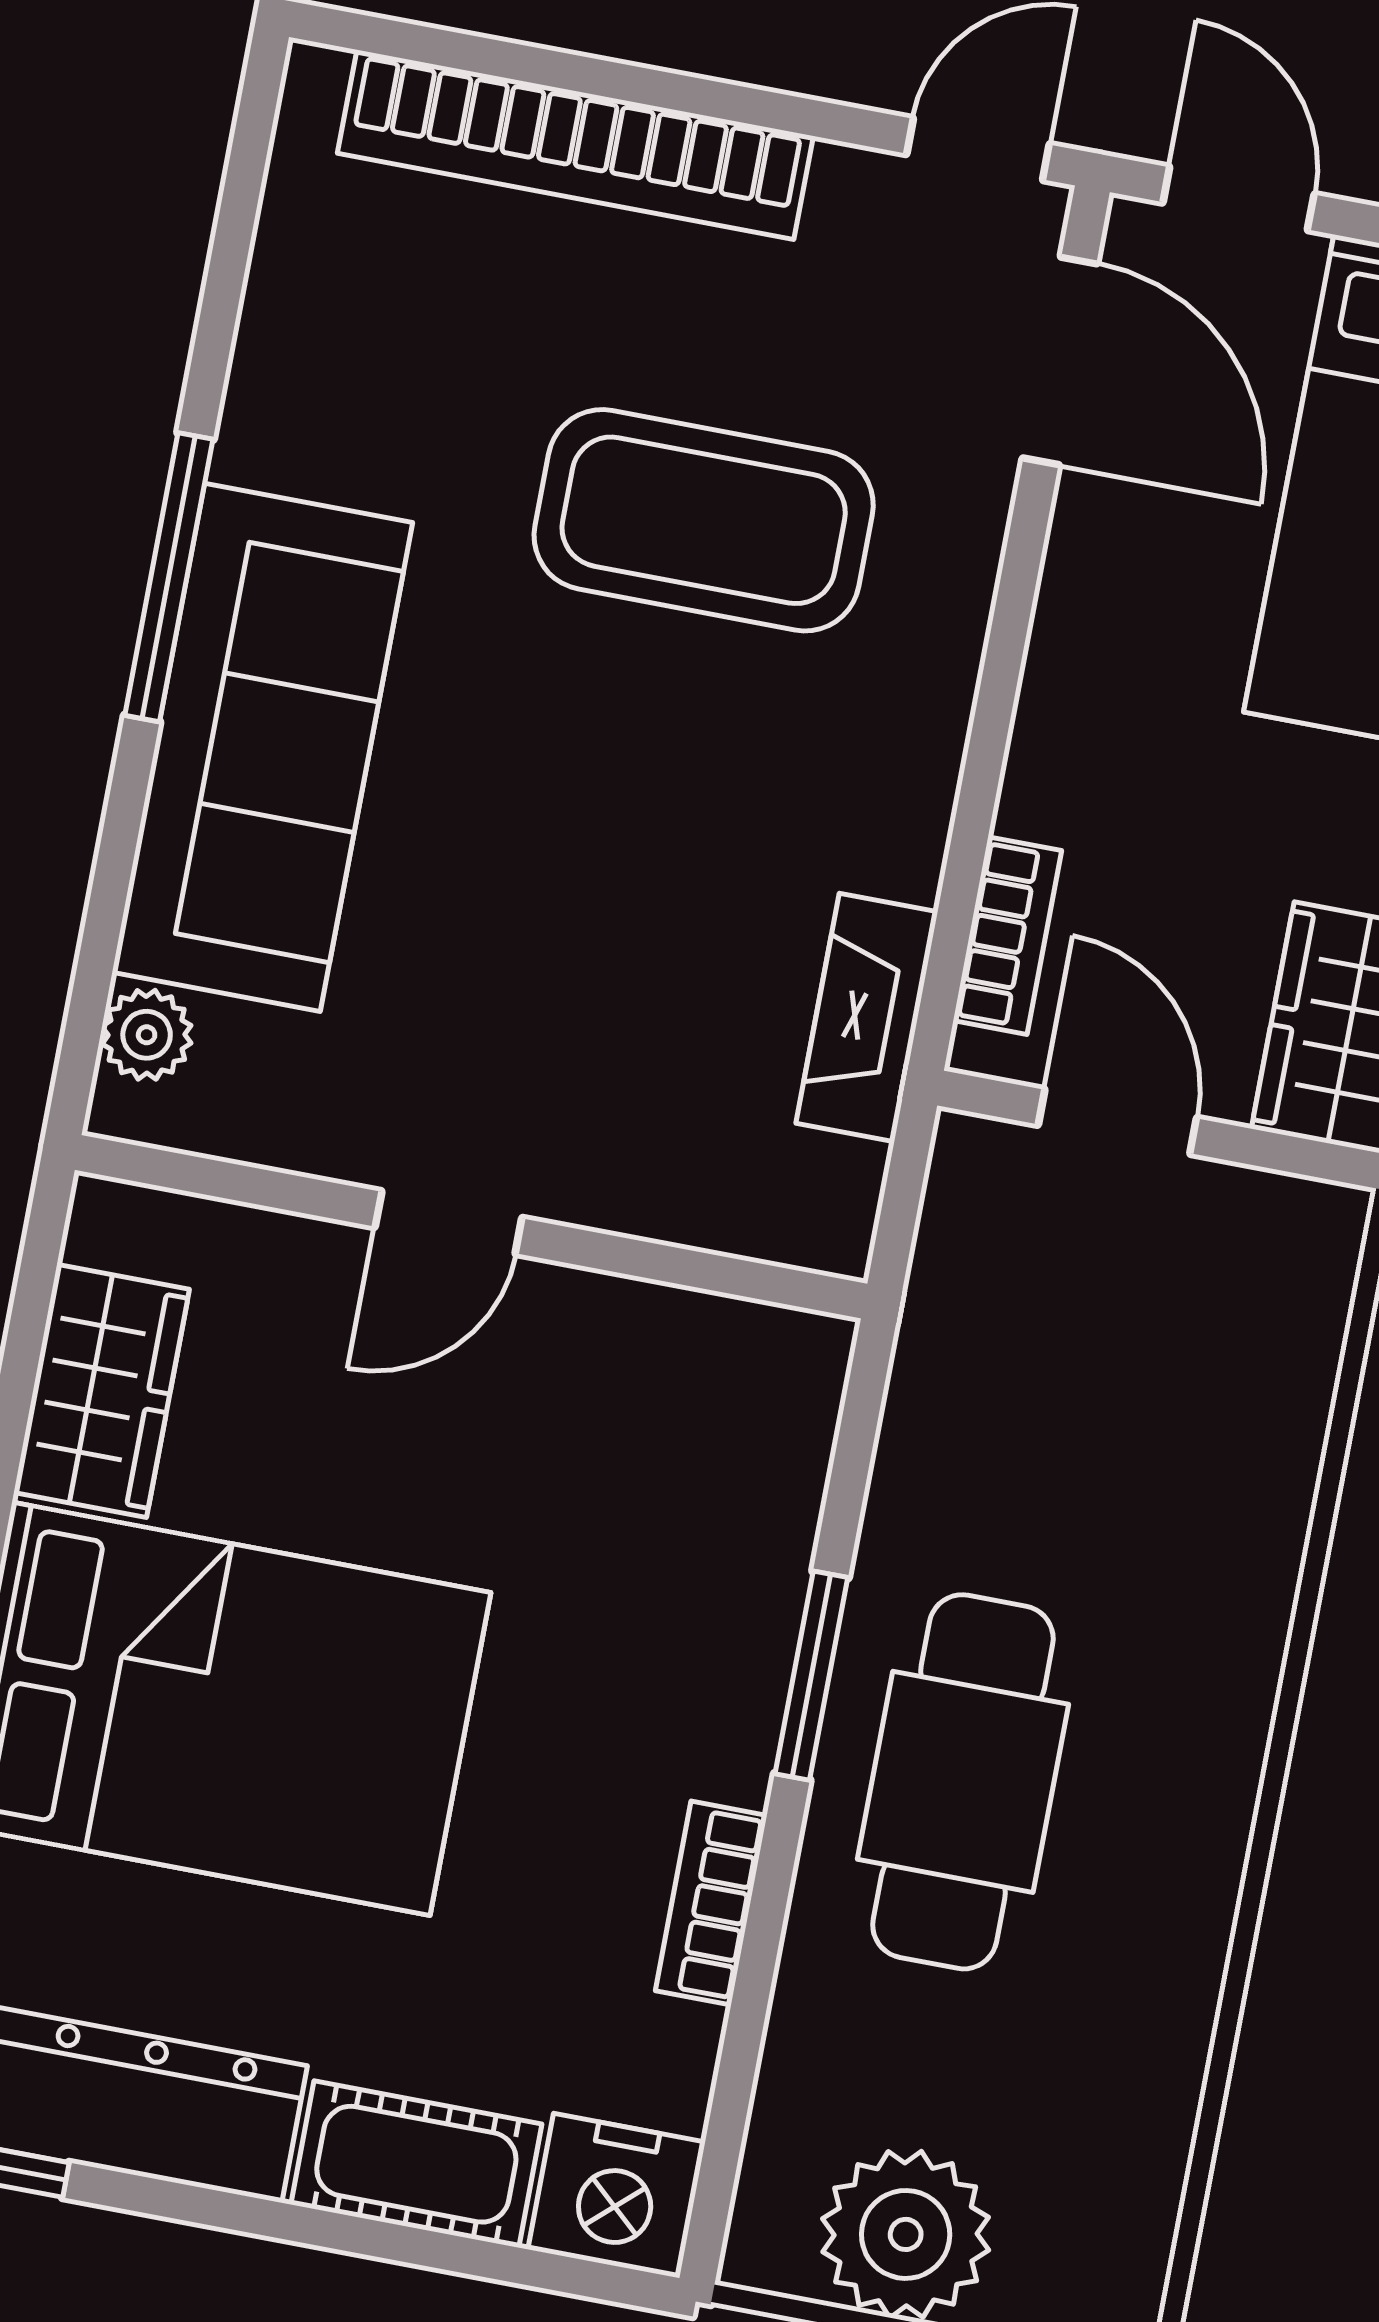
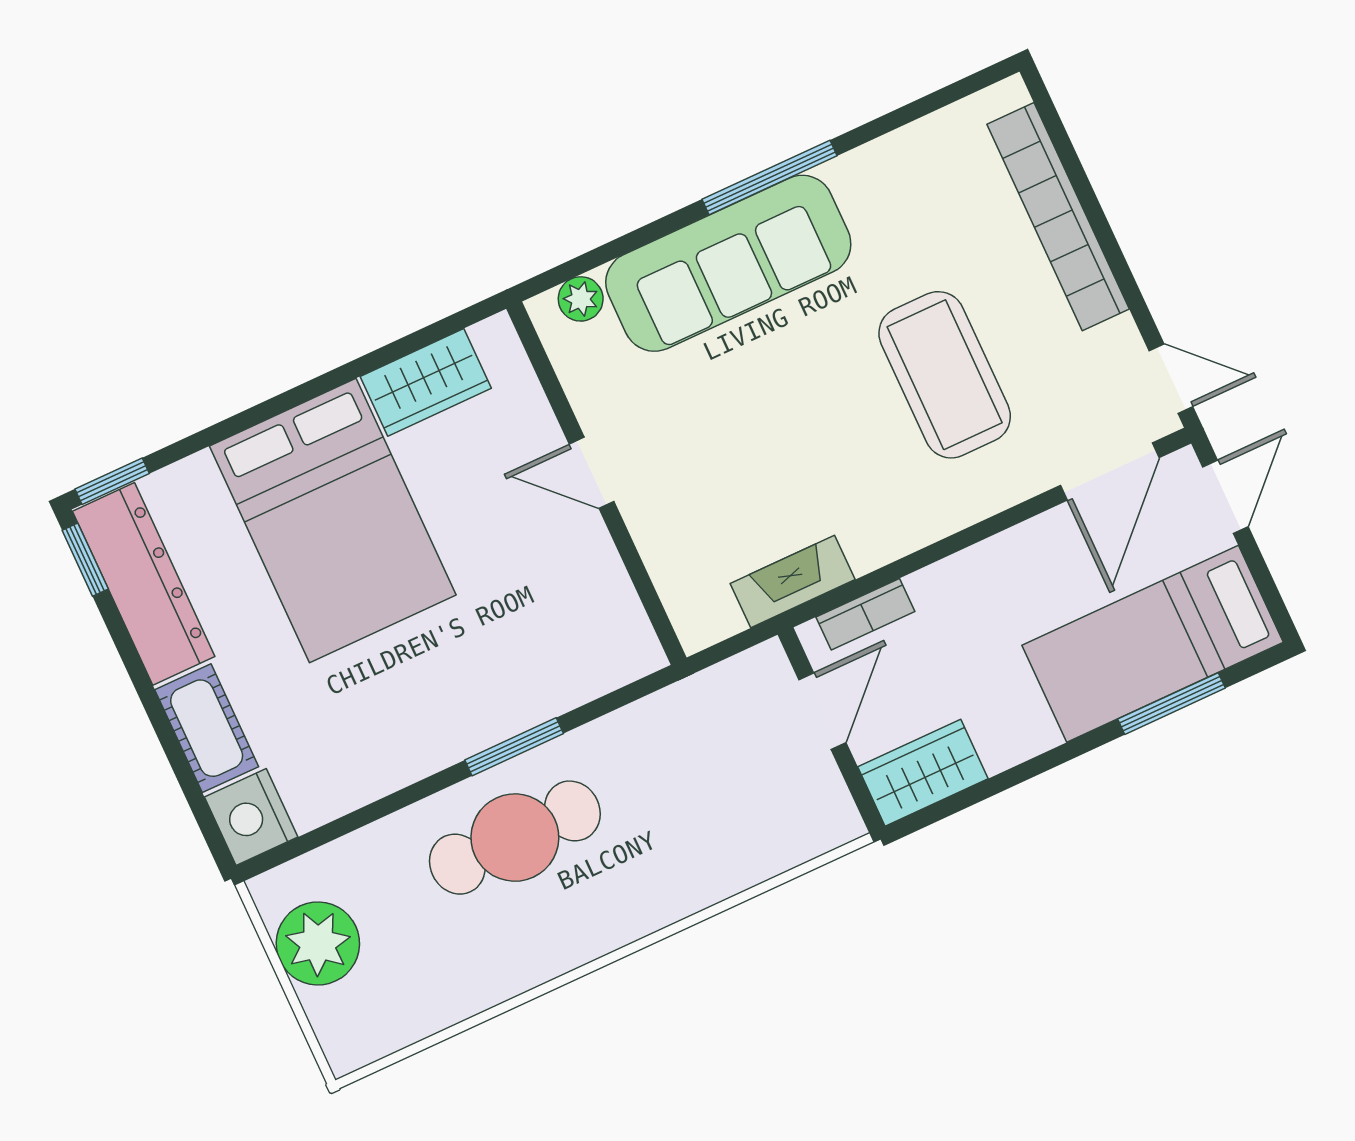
bookcase: (711, 1903) -> (395, 772), removed

